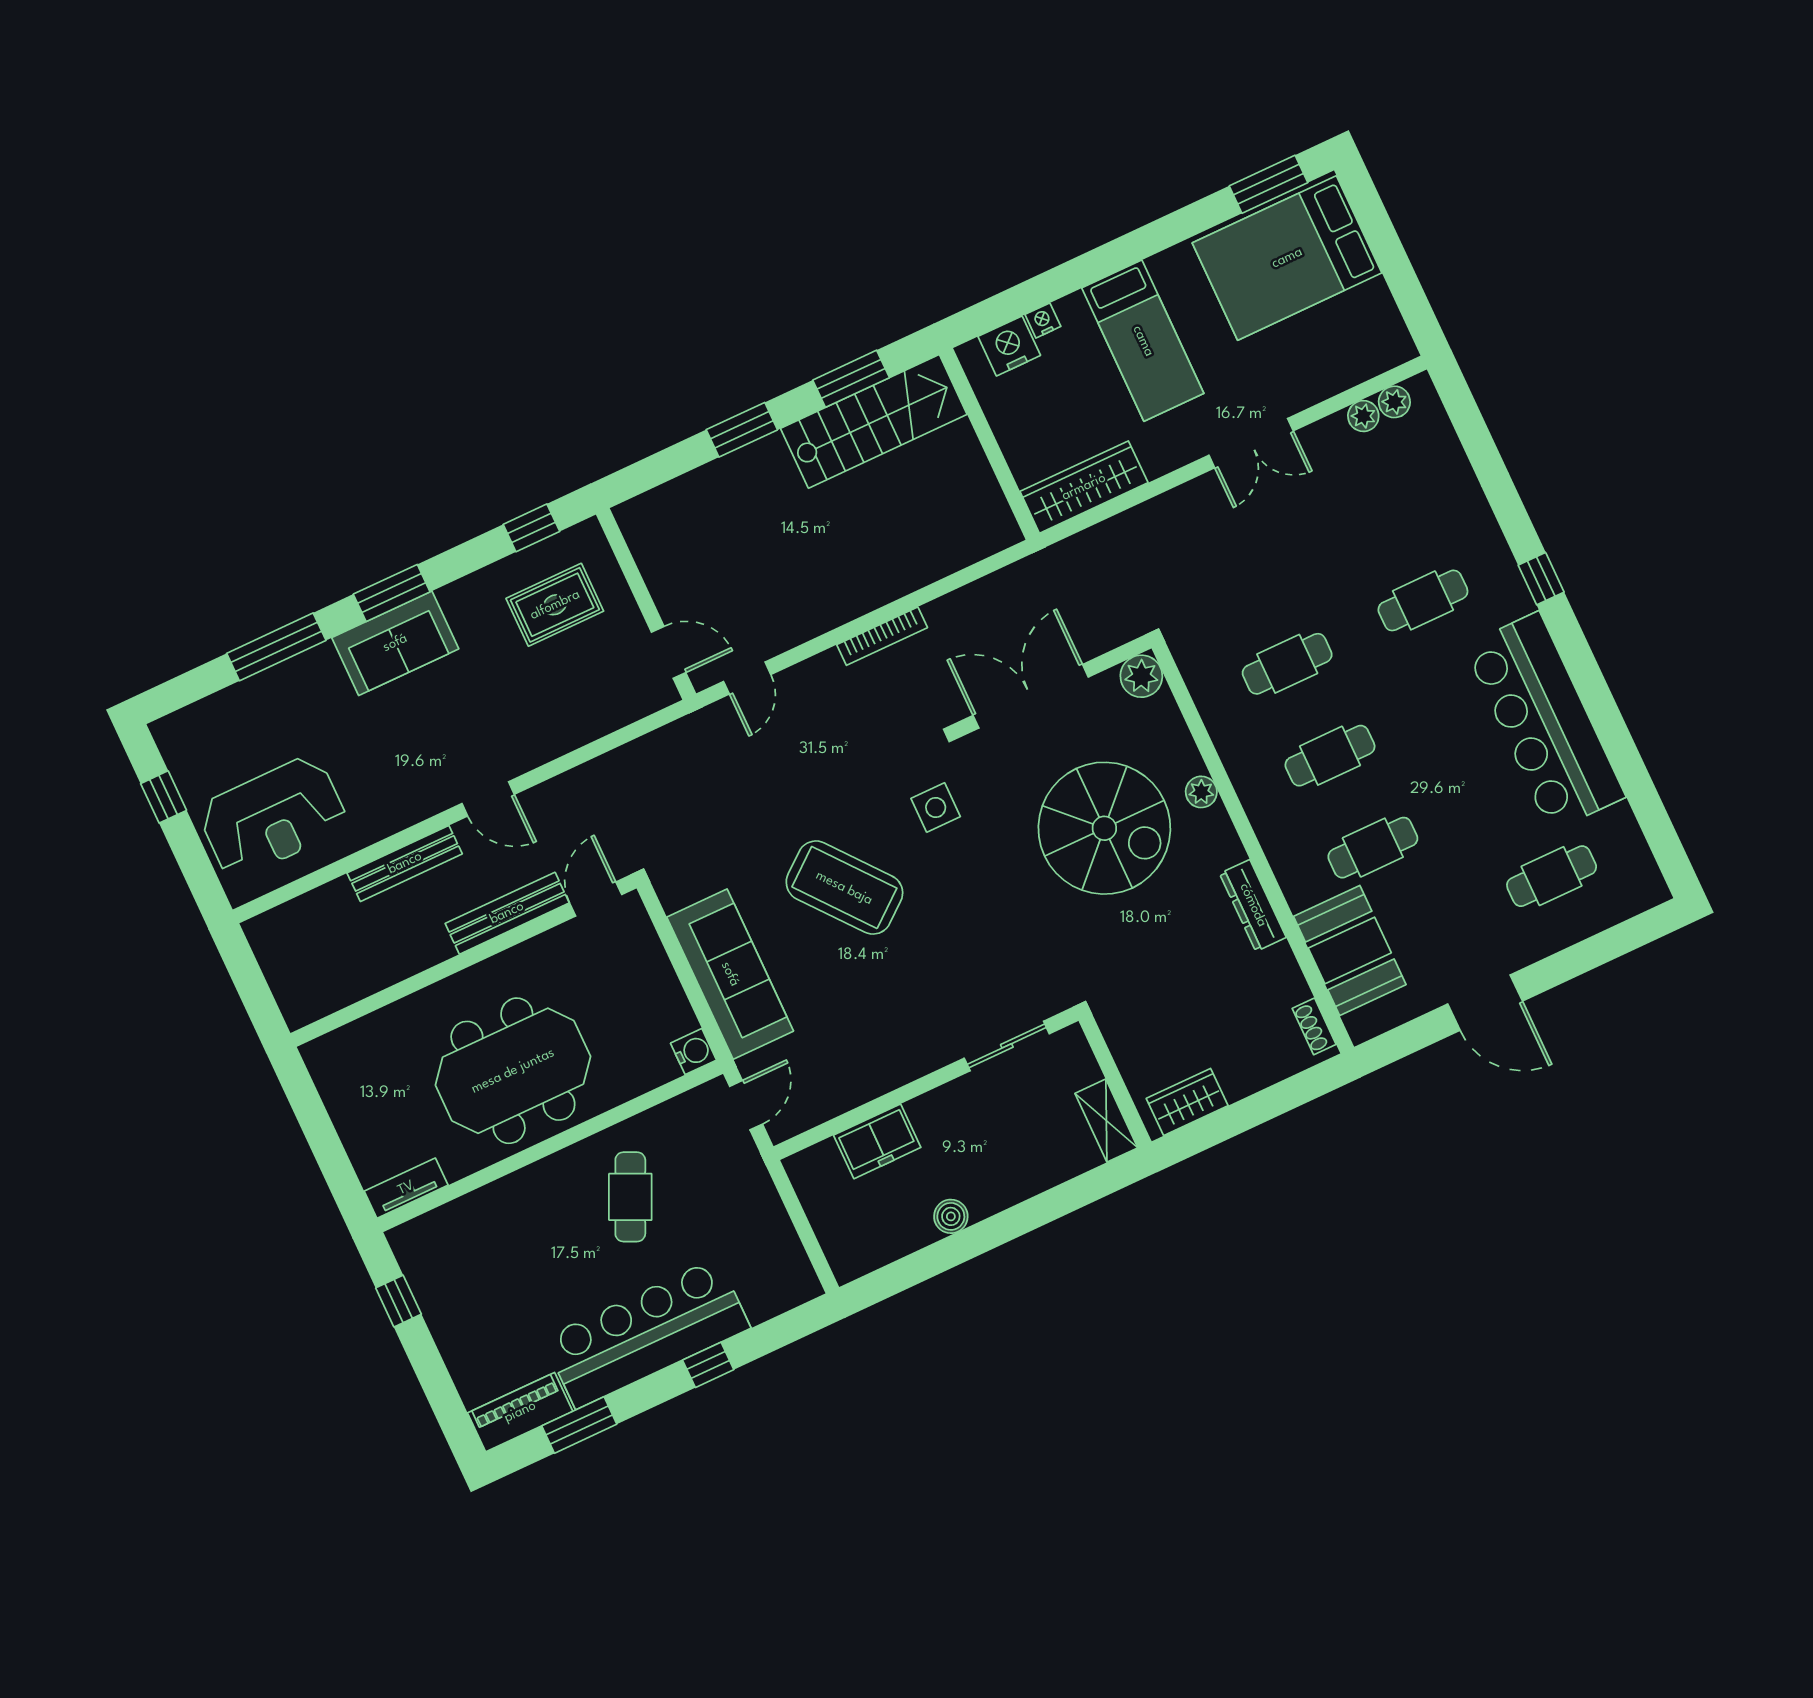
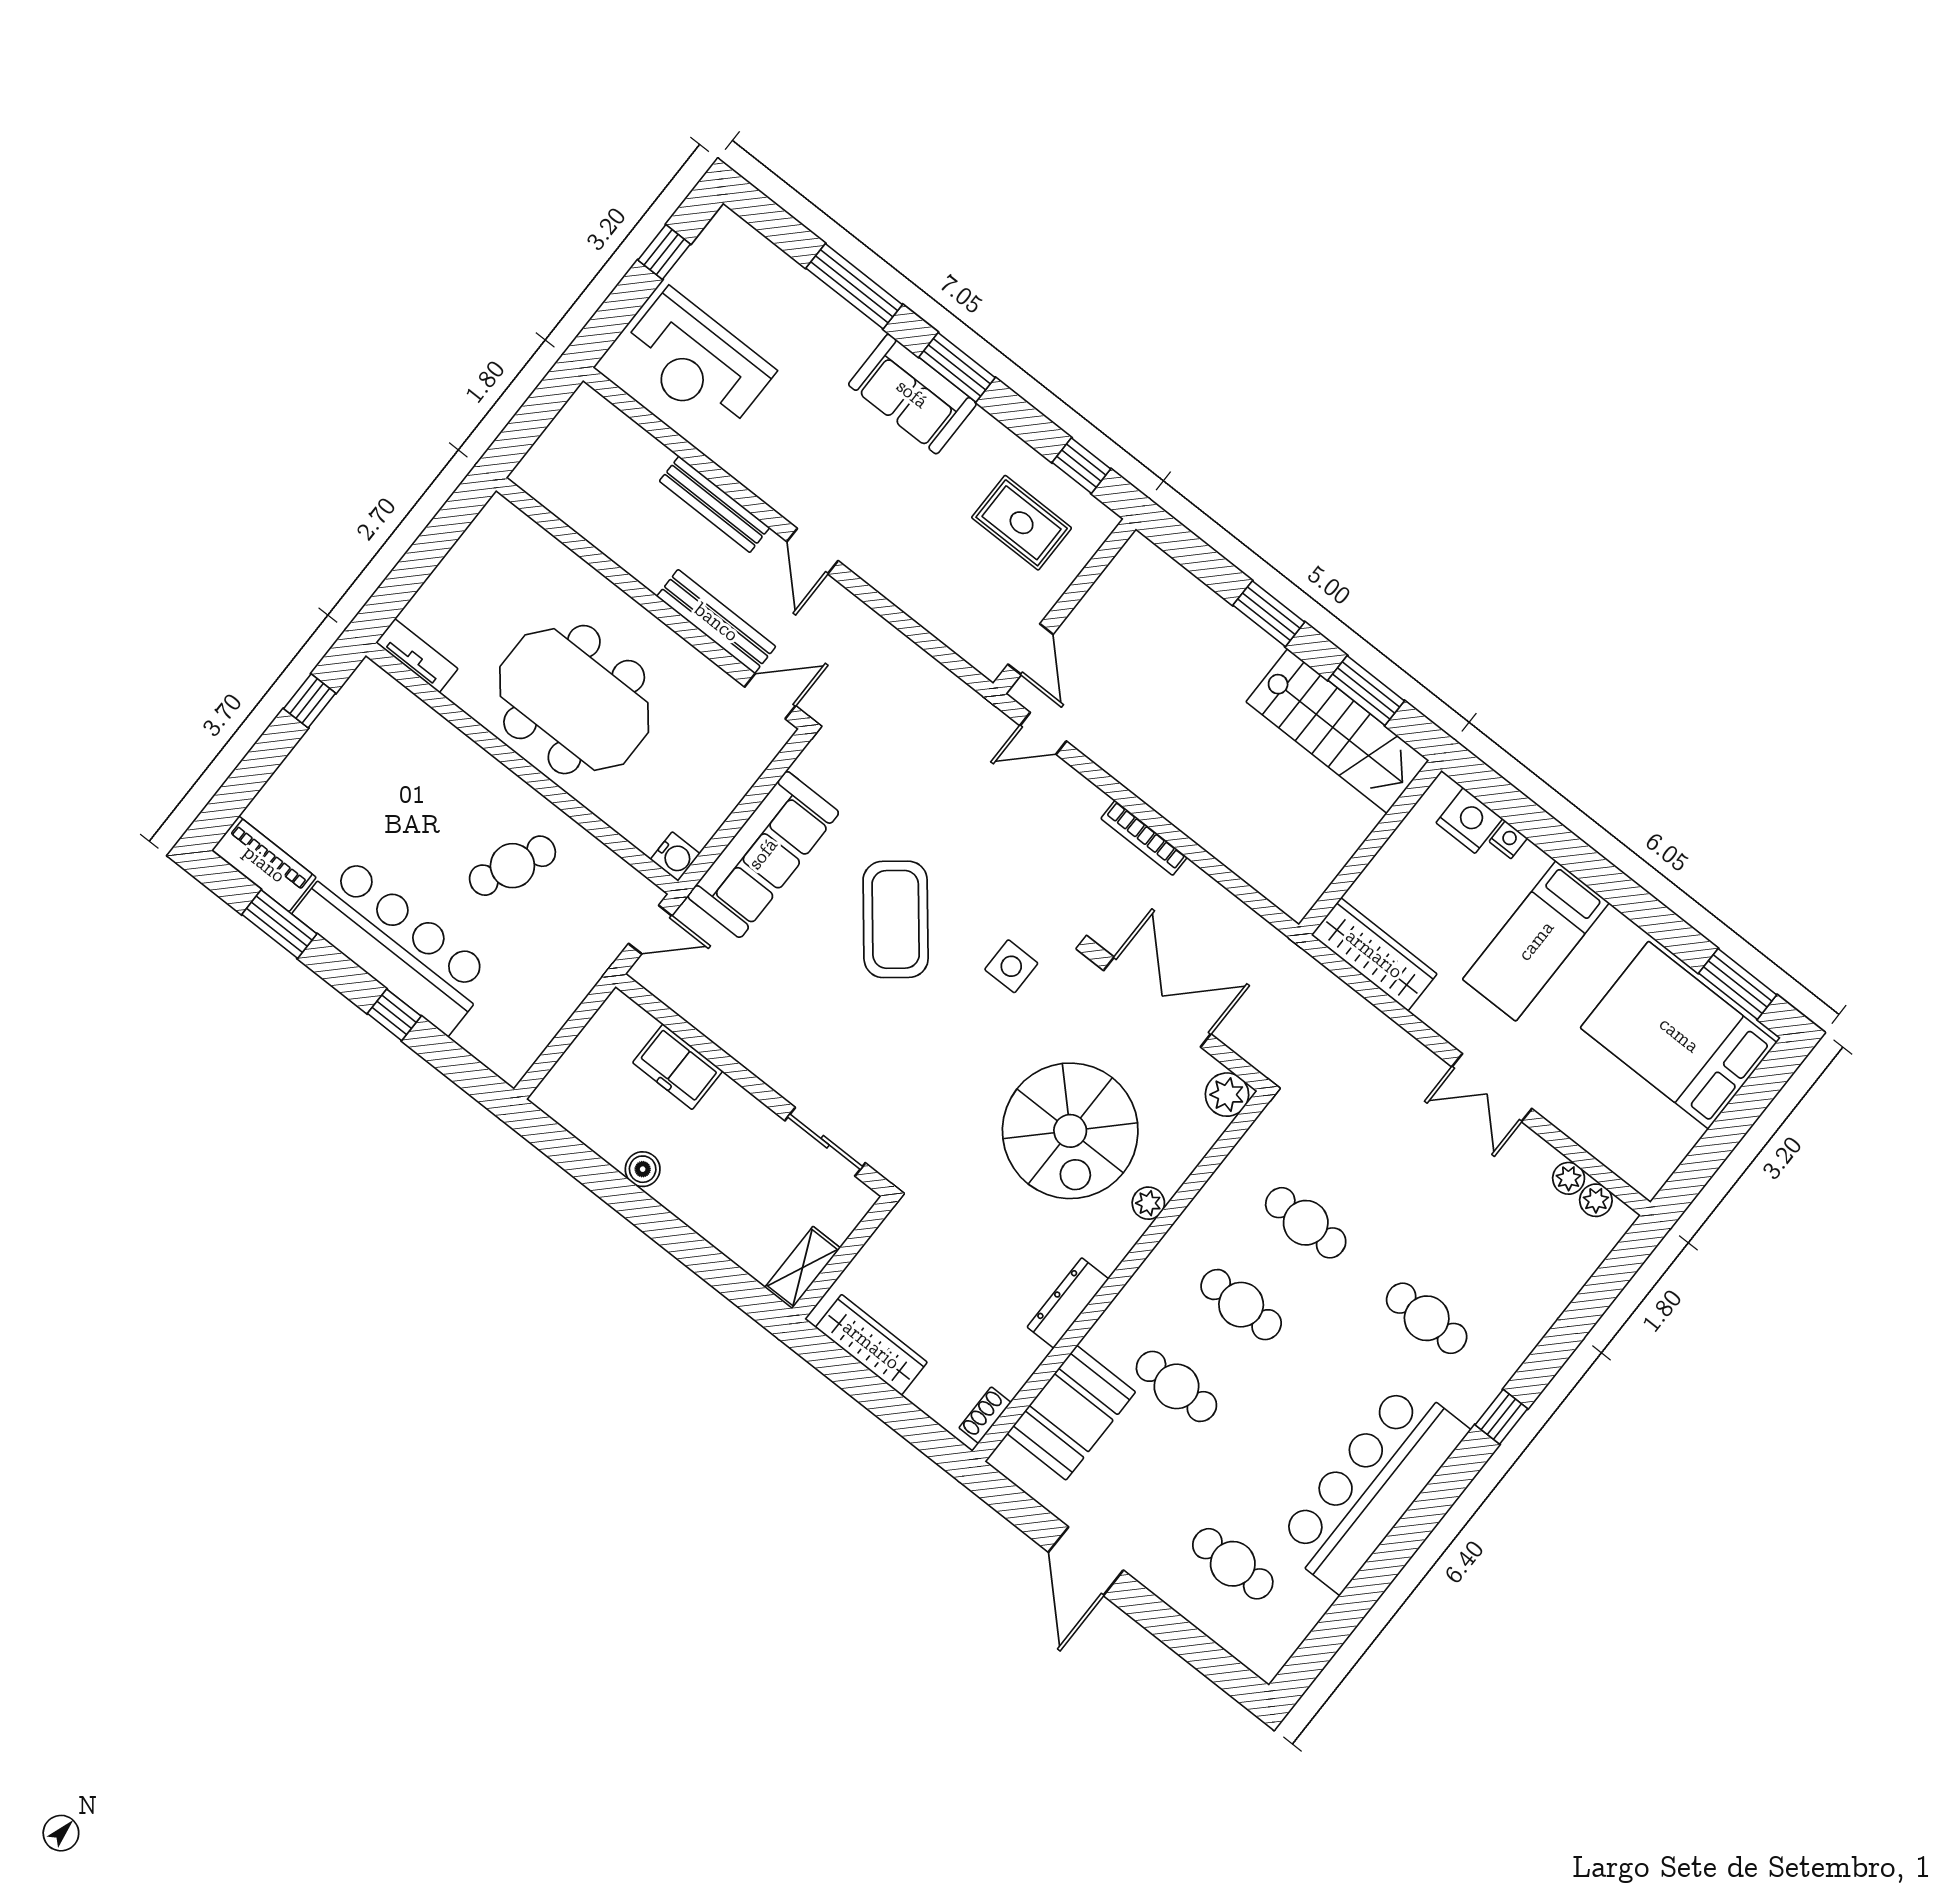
wardrobe: (1187, 1102) -> (871, 1345), width x1.50

